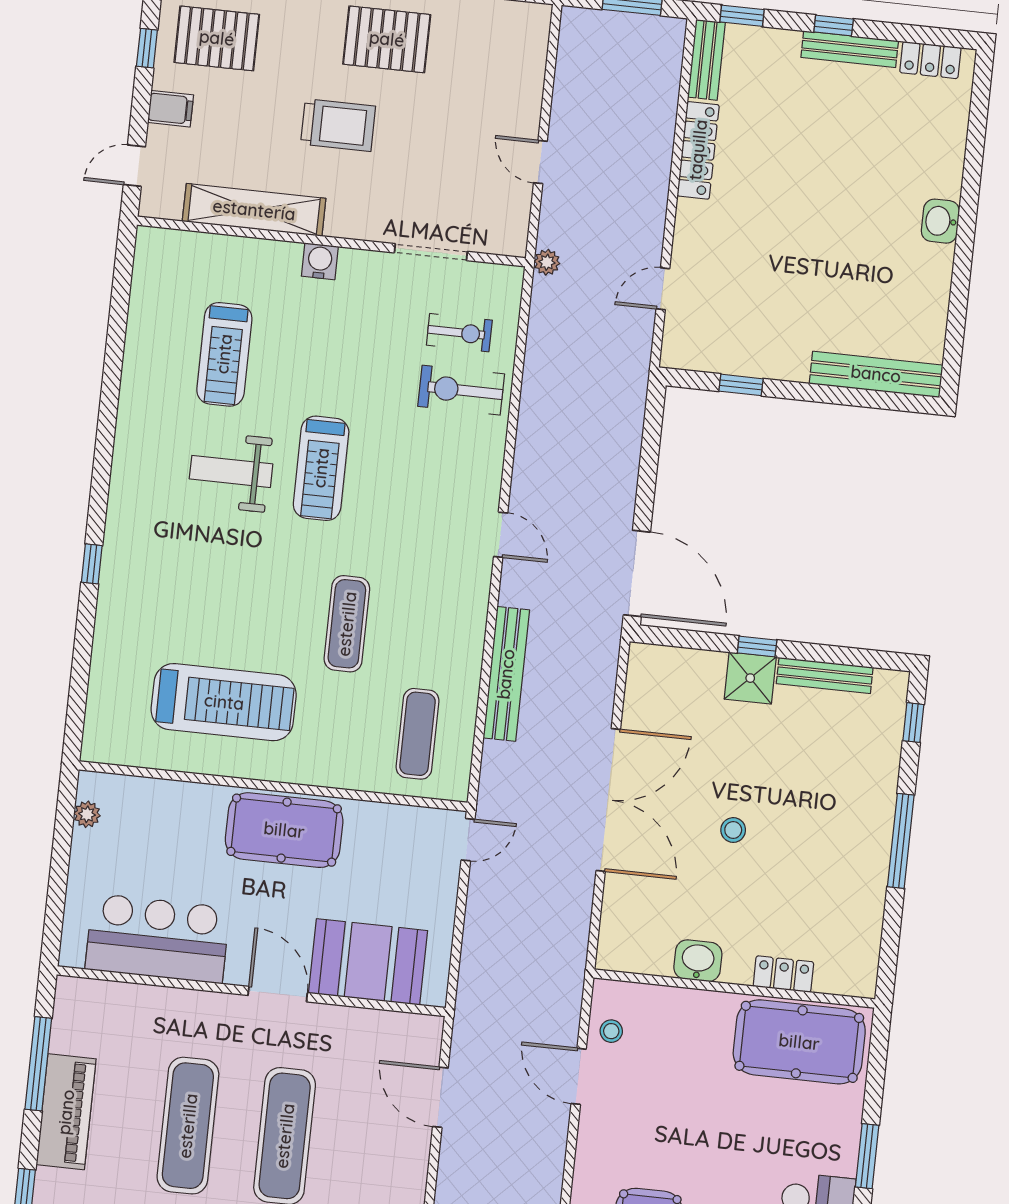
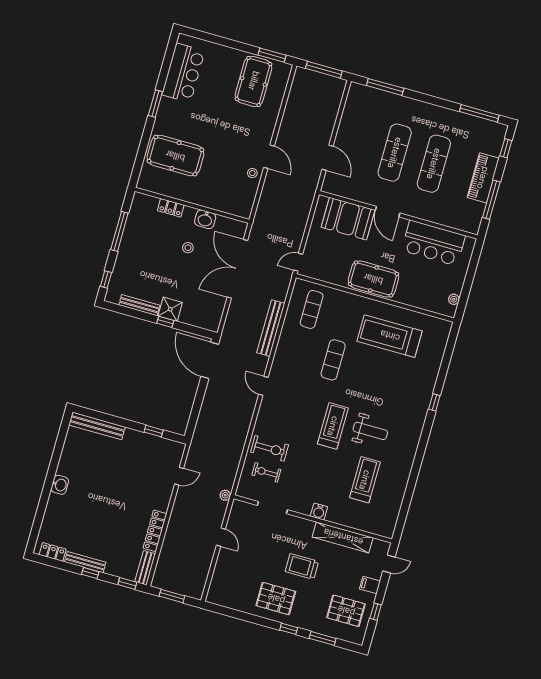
washbasin: (698, 961) -> (205, 219), moved
locker: (783, 974) -> (171, 208), moved
wall: (734, 988) -> (192, 205), moved

